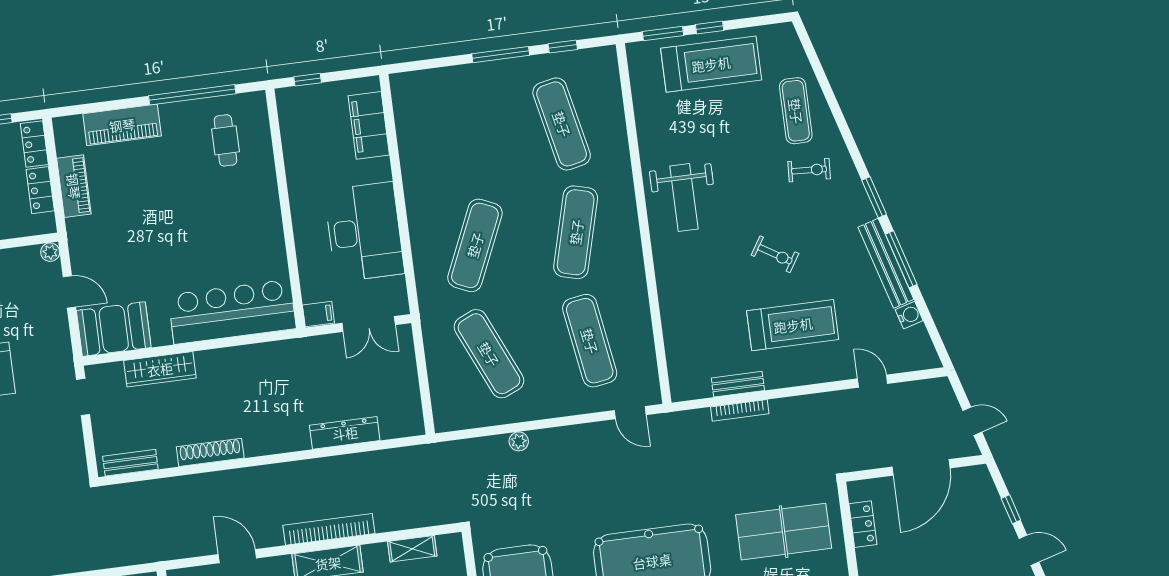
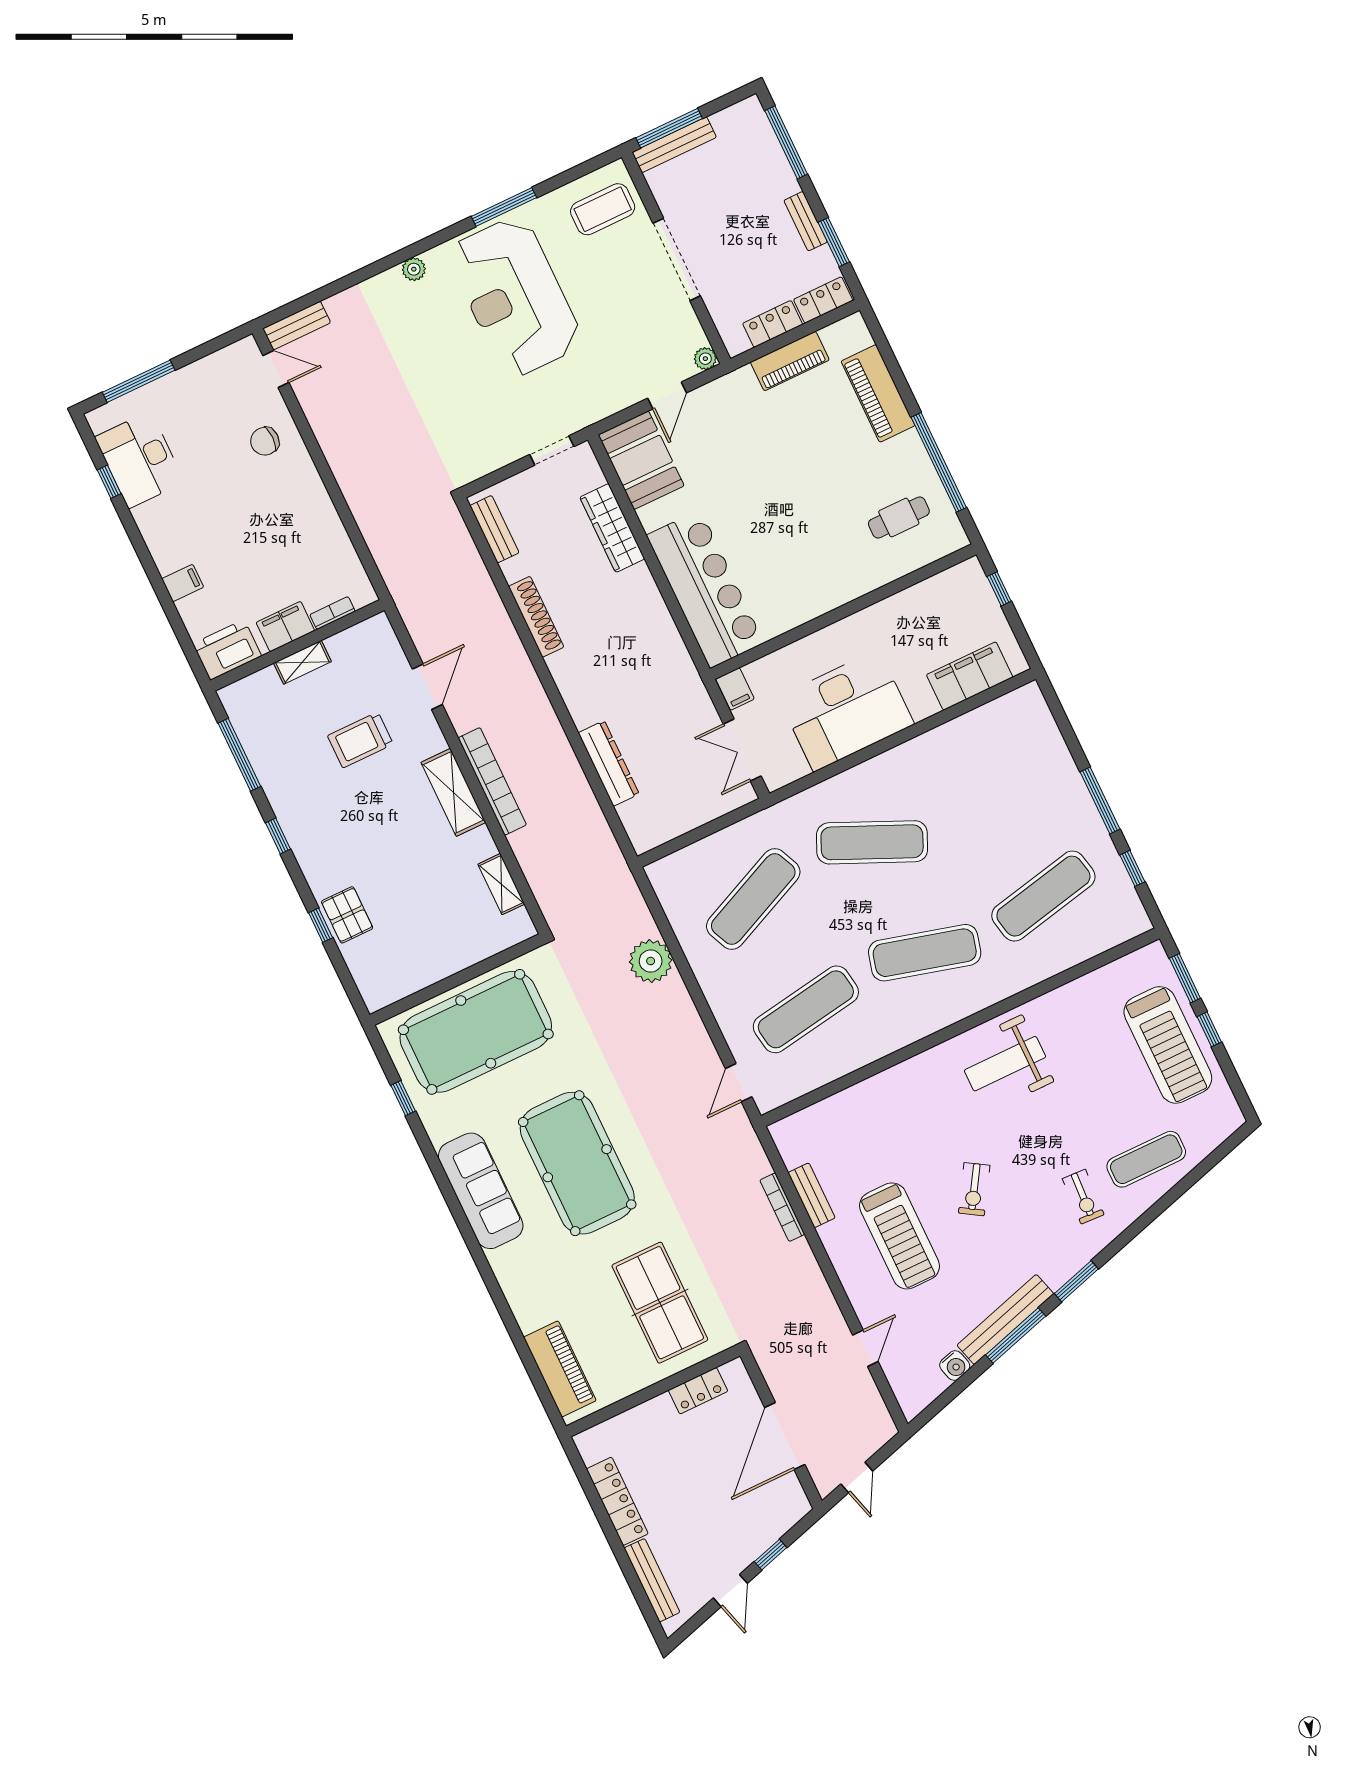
plant: (519, 441) -> (651, 961), width x1.87, depth x1.87
door: (921, 467) -> (785, 1436), hinge flipped

